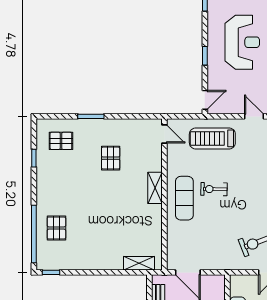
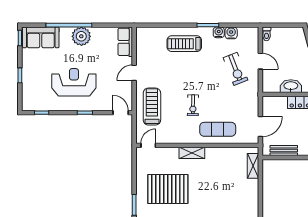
treadmill: (212, 138) -> (152, 107), turned 180
pallet: (111, 158) -> (168, 189), width x2.05, depth x2.00
exercise mat: (184, 198) -> (218, 129), moved

